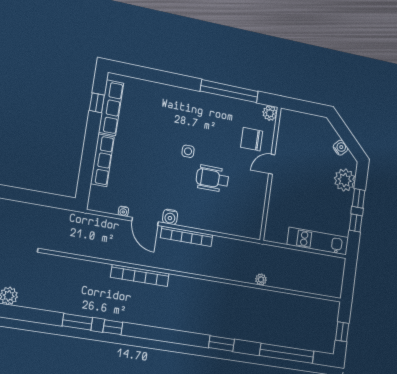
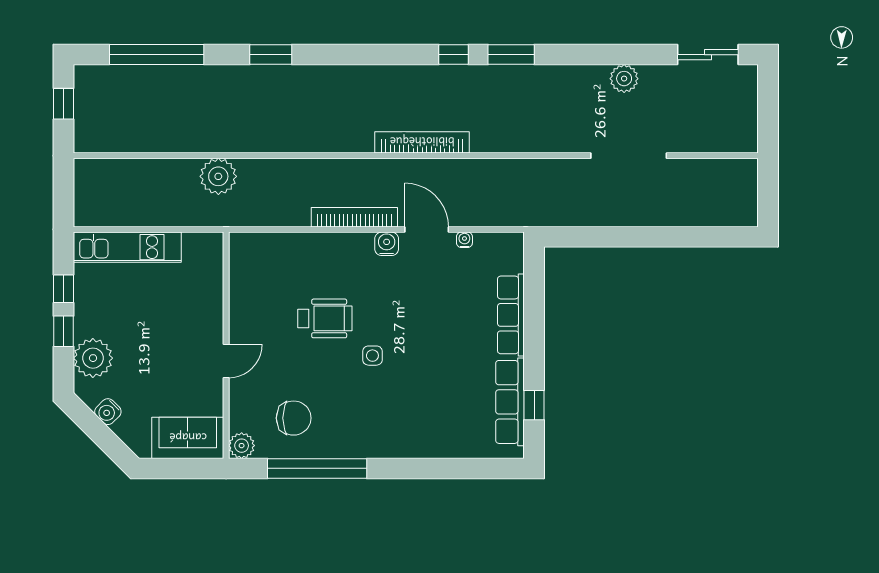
sofa: (299, 124) -> (188, 438), added
chair: (252, 139) -> (294, 418), moved
plant: (261, 279) -> (218, 176), width x1.88, depth x1.88

